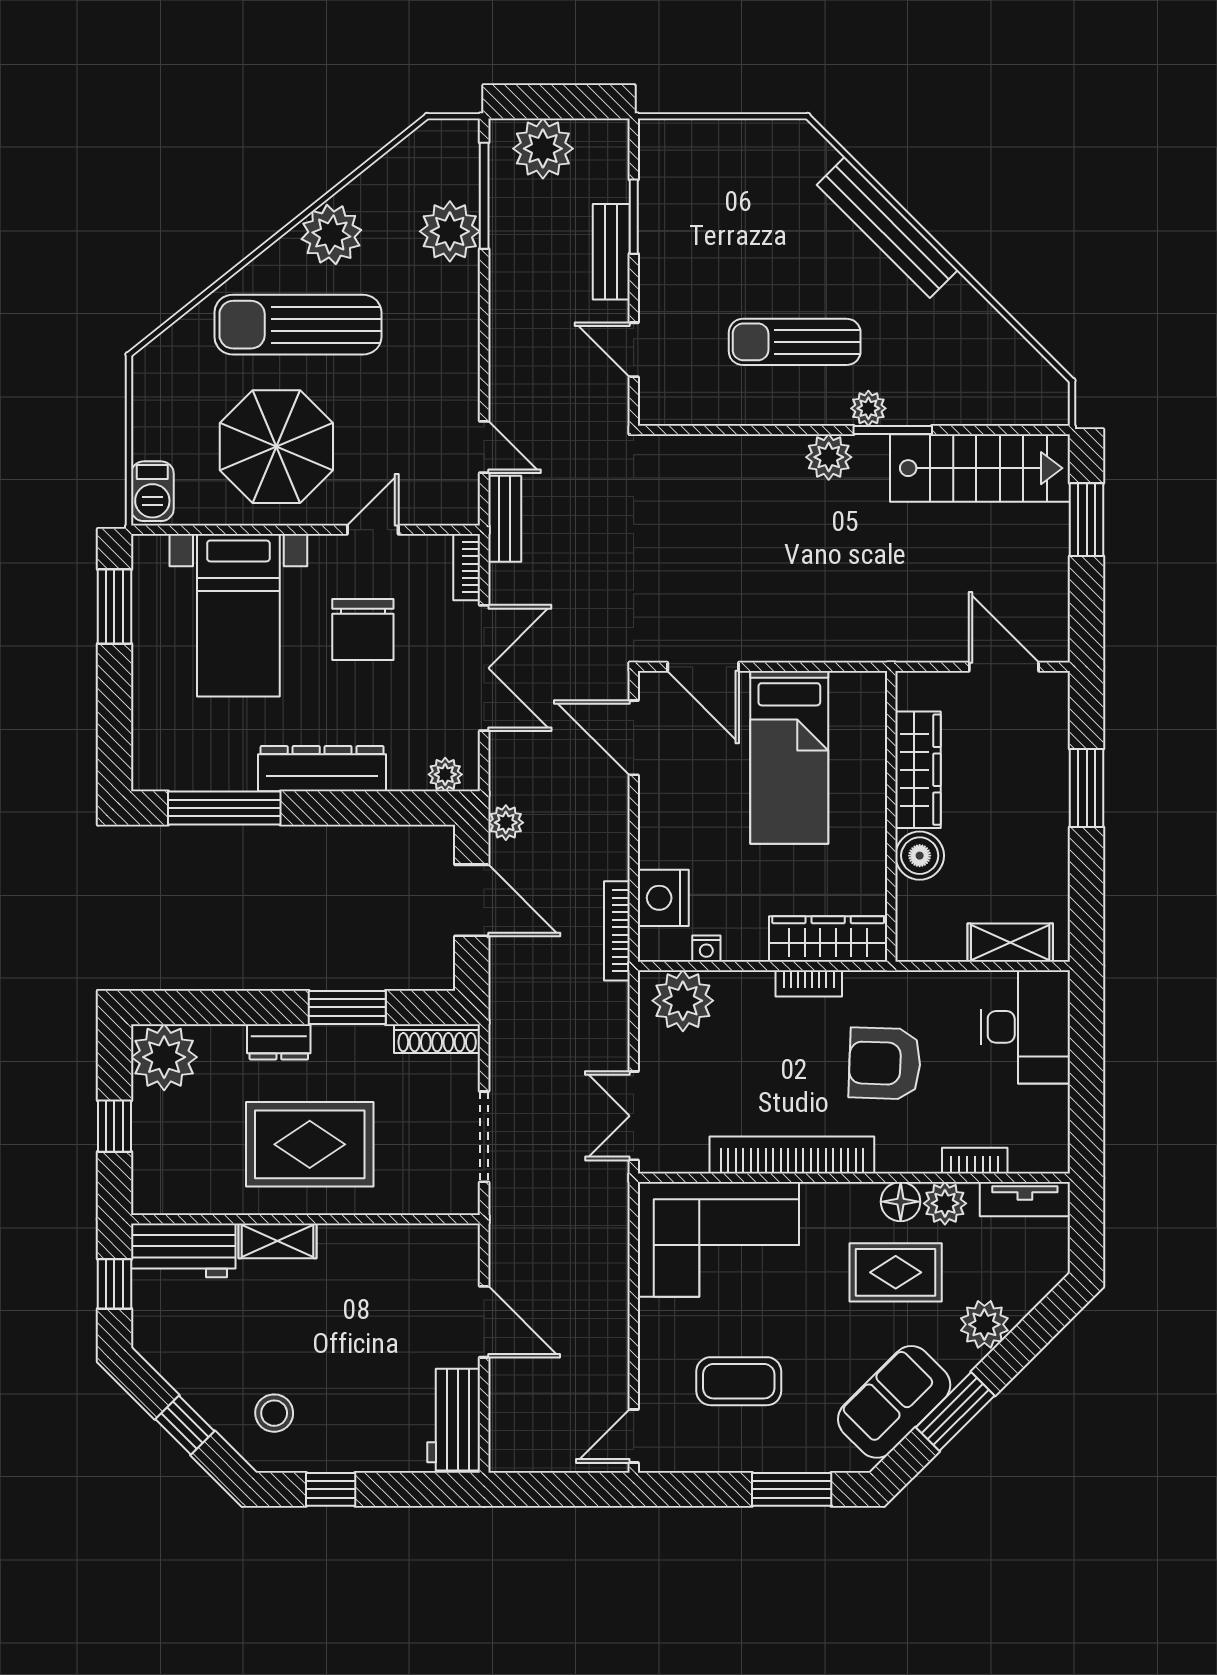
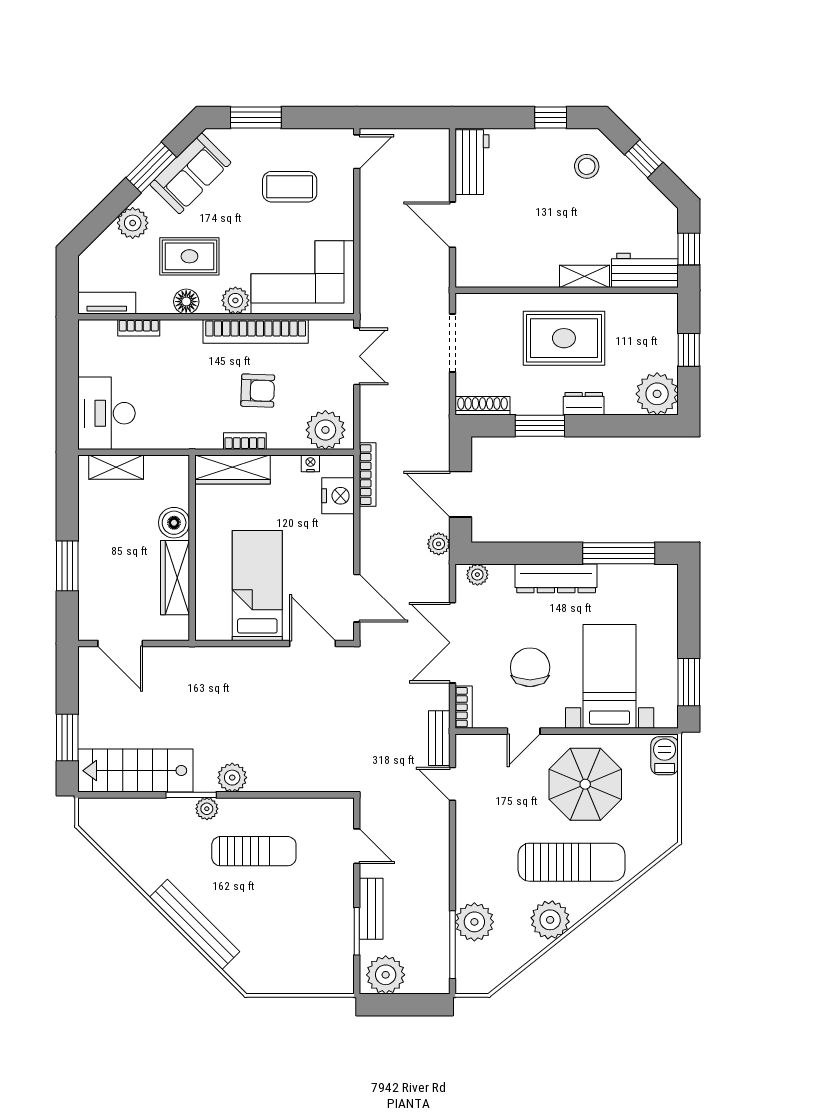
plant: (543, 149) -> (386, 975), moved
armchair: (885, 1063) -> (258, 391), moved, width x0.72, depth x0.72
plant: (945, 1203) -> (235, 300), moved

